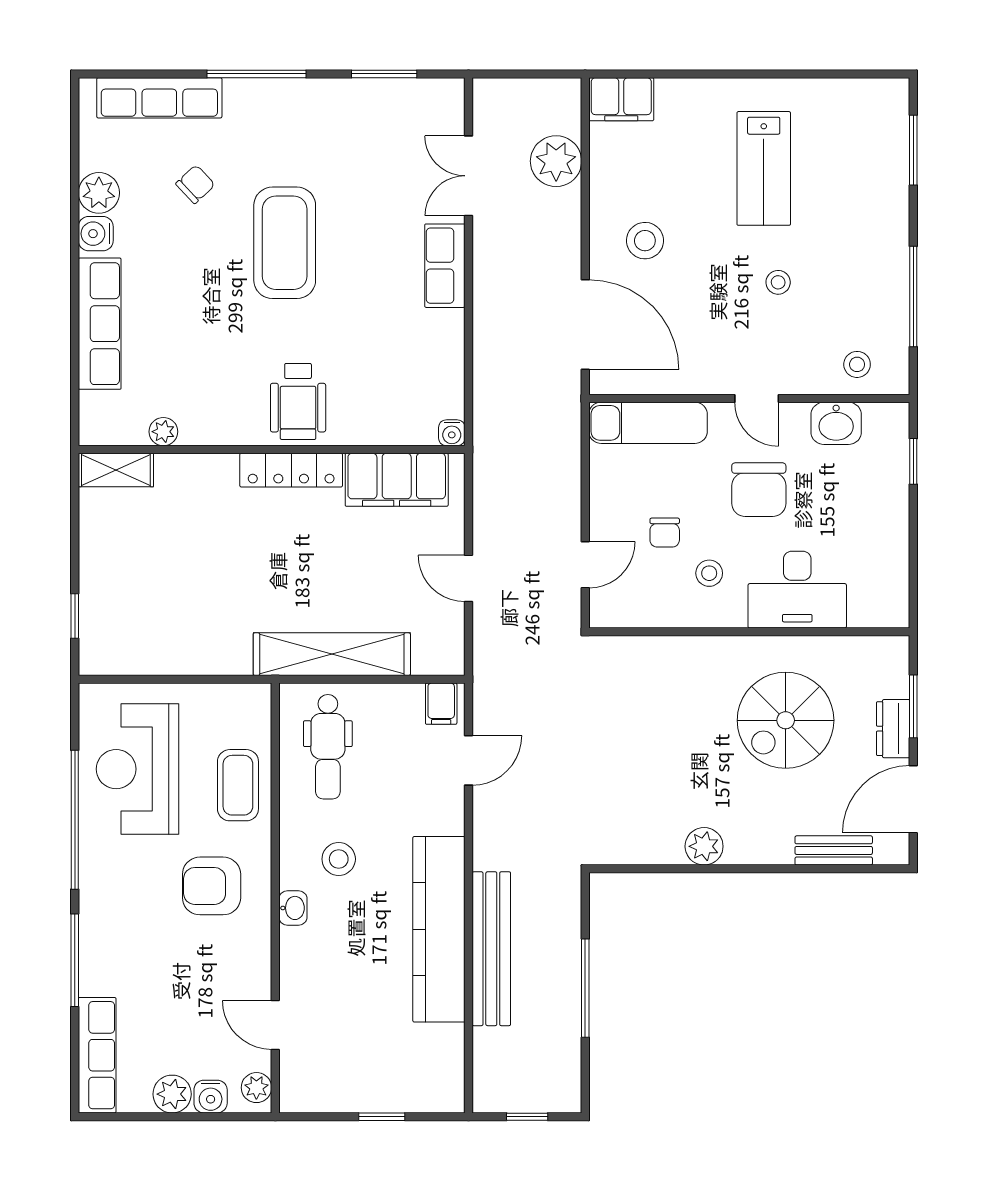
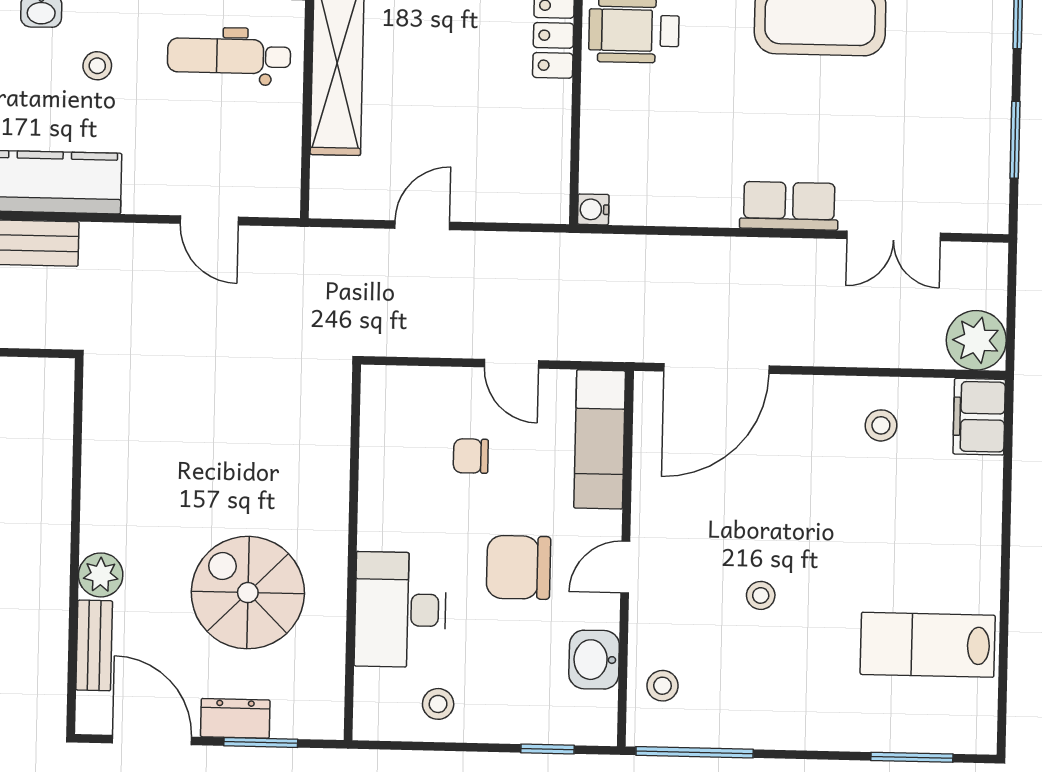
plant: (556, 161) -> (976, 340), moved
lab bench: (764, 168) -> (928, 645), moved
double door: (469, 176) -> (894, 236), swing flipped
stool: (645, 241) -> (881, 425), moved, width x0.73, depth x0.73
window: (913, 297) -> (695, 752), moved
filing cabinet: (397, 480) -> (540, 144), removed
door: (585, 565) -> (511, 364), moved
stool: (709, 573) -> (438, 704), moved
filing cabinet: (441, 704) -> (276, 190), removed
plant: (704, 846) -> (101, 575), moved
stool: (339, 859) -> (97, 66), width x0.73, depth x0.73

